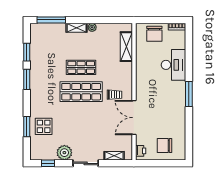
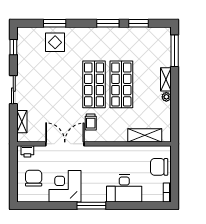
shop shelf: (81, 67) -> (121, 84), width x1.43, depth x1.36
corner desk: (172, 117) -> (65, 186), added
plant: (64, 153) -> (25, 66), removed

